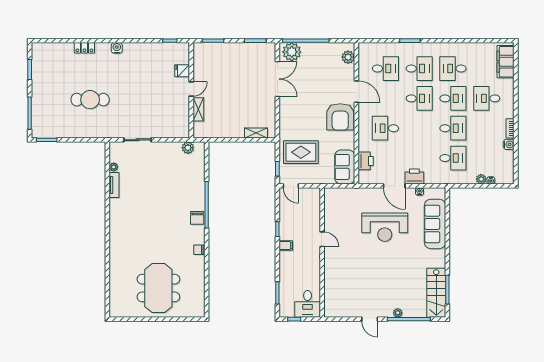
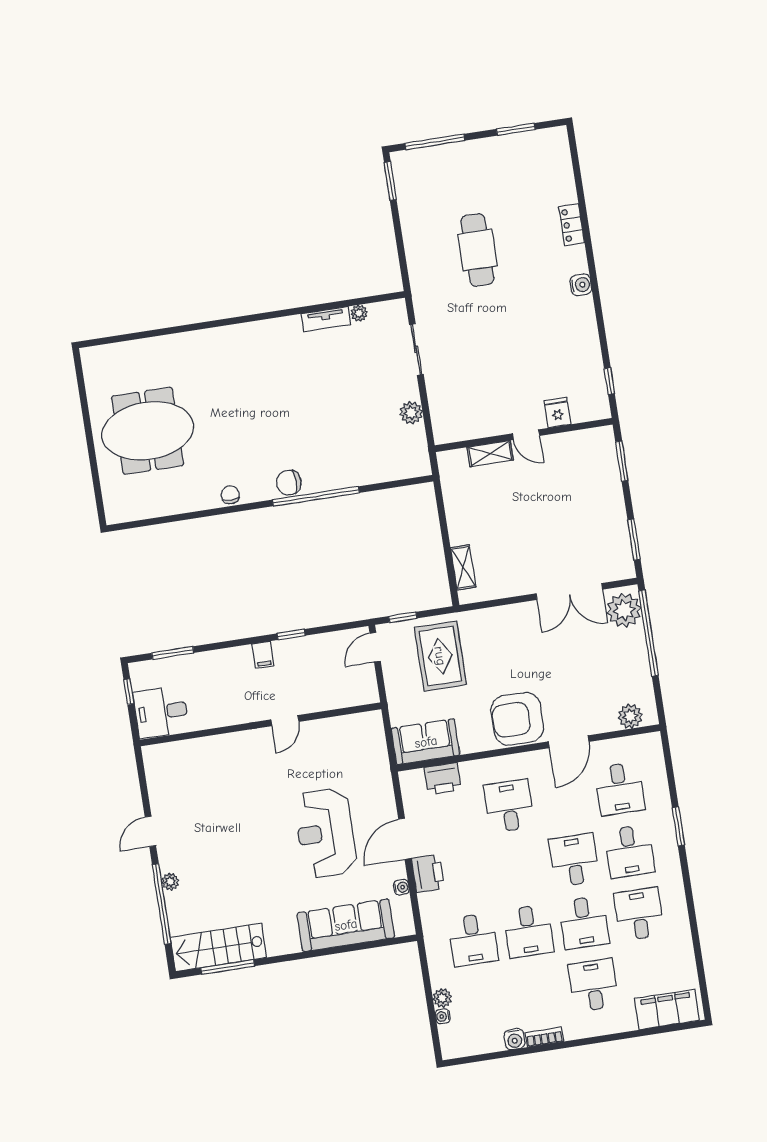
desk: (419, 98) -> (574, 860), turned 180
plant: (188, 148) -> (411, 413), moved

